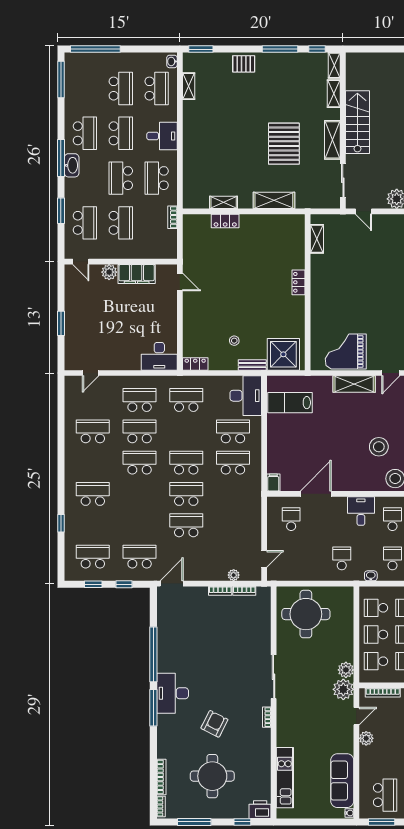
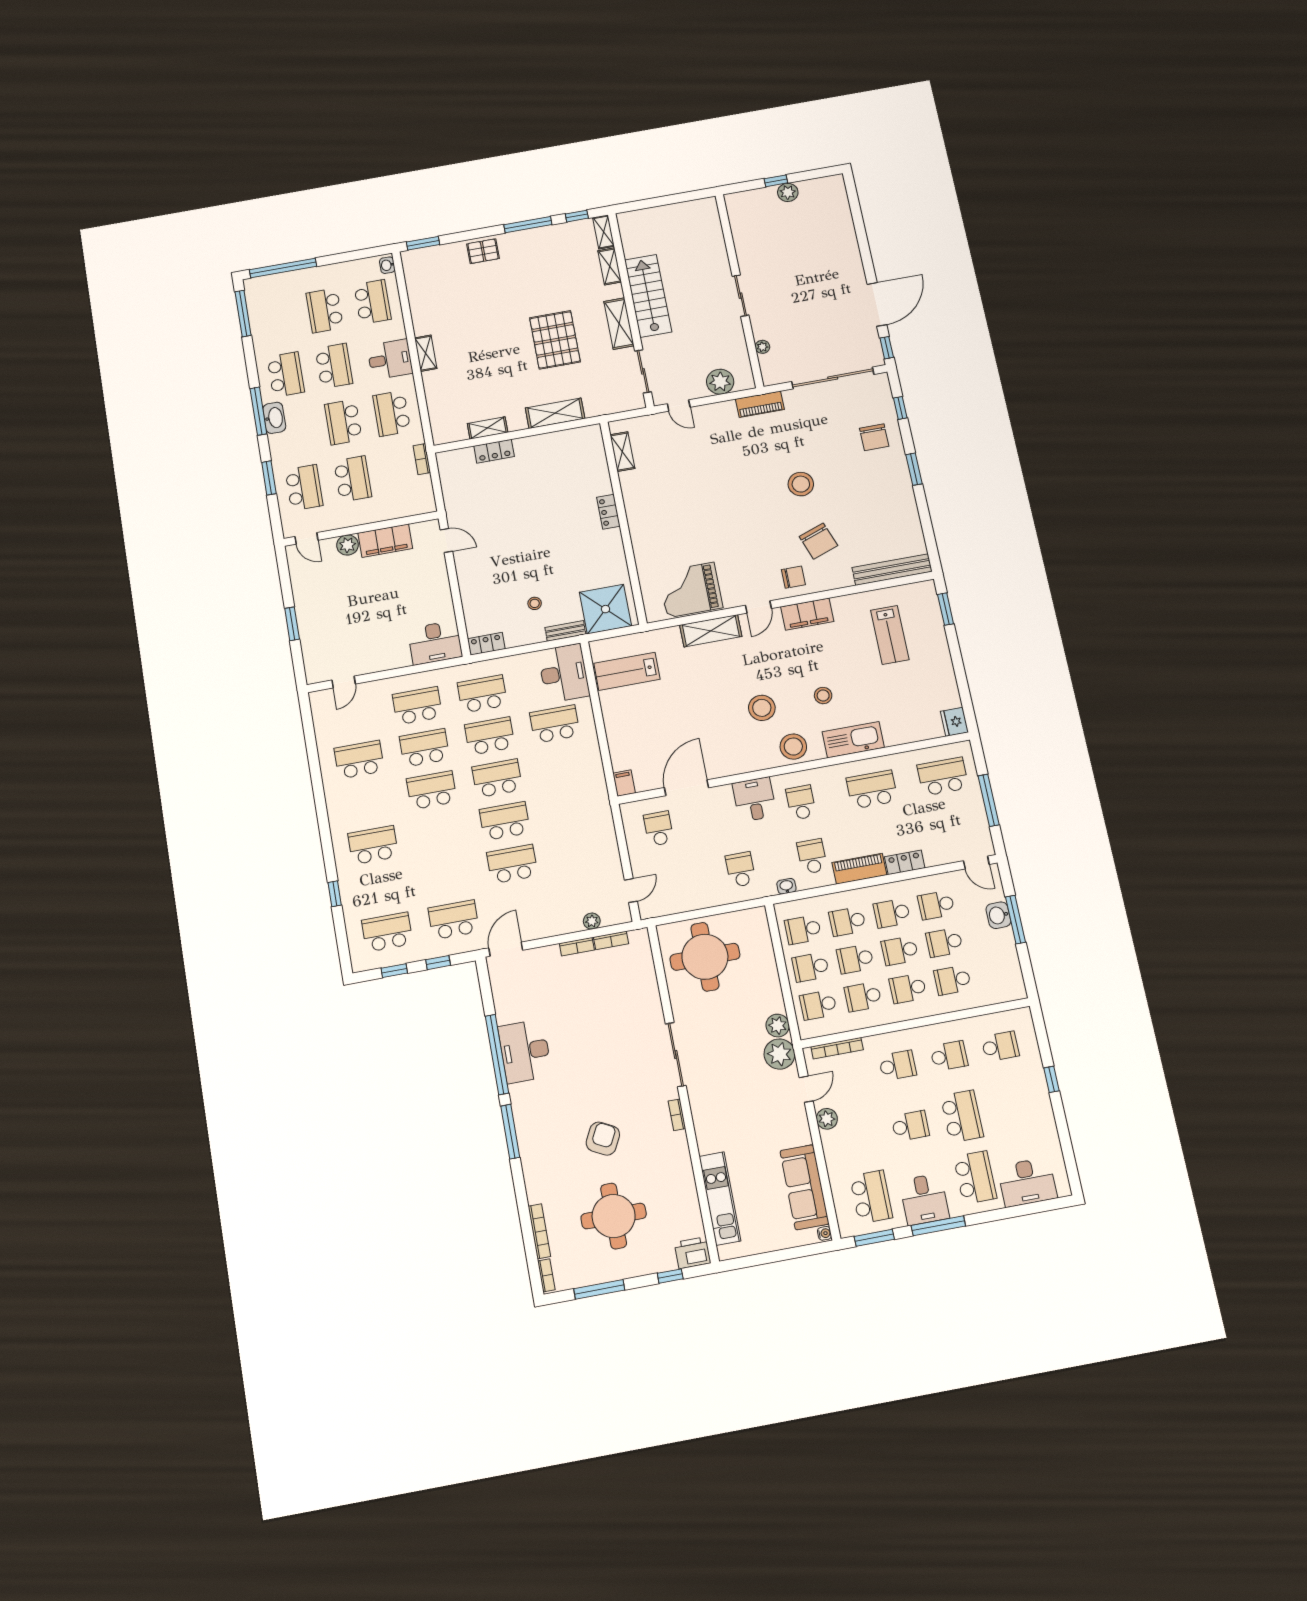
shelving: (189, 86) -> (426, 353), moved
school desk: (121, 89) -> (325, 310), turned 180
school desk: (233, 463) -> (490, 736), moved
desk: (173, 693) -> (525, 1051), moved

